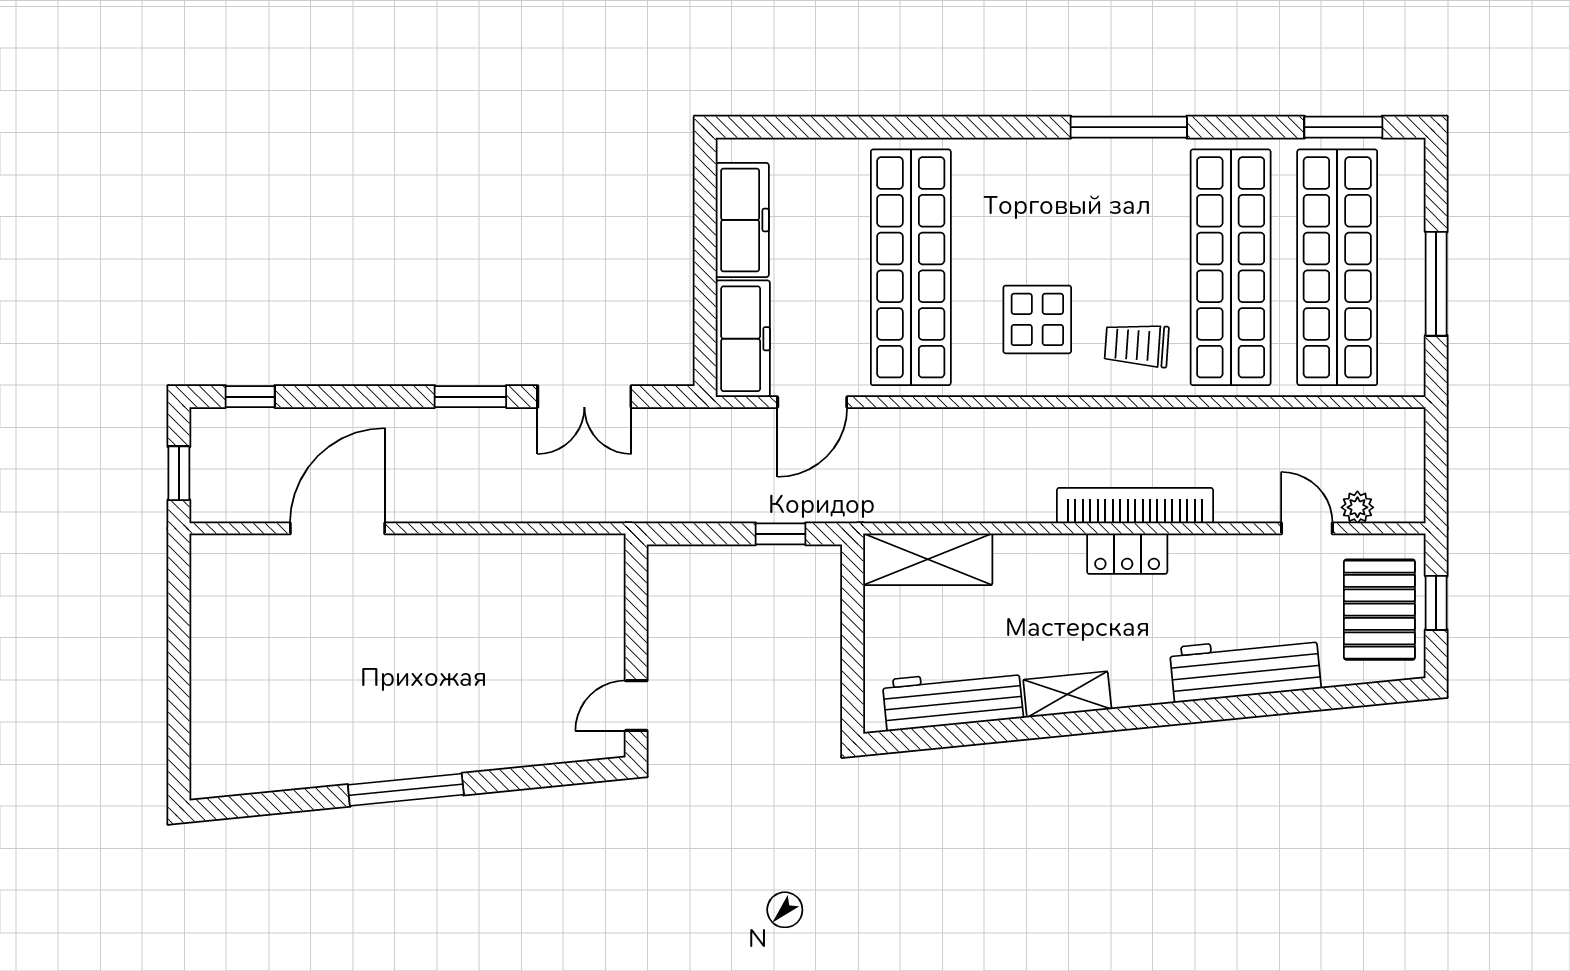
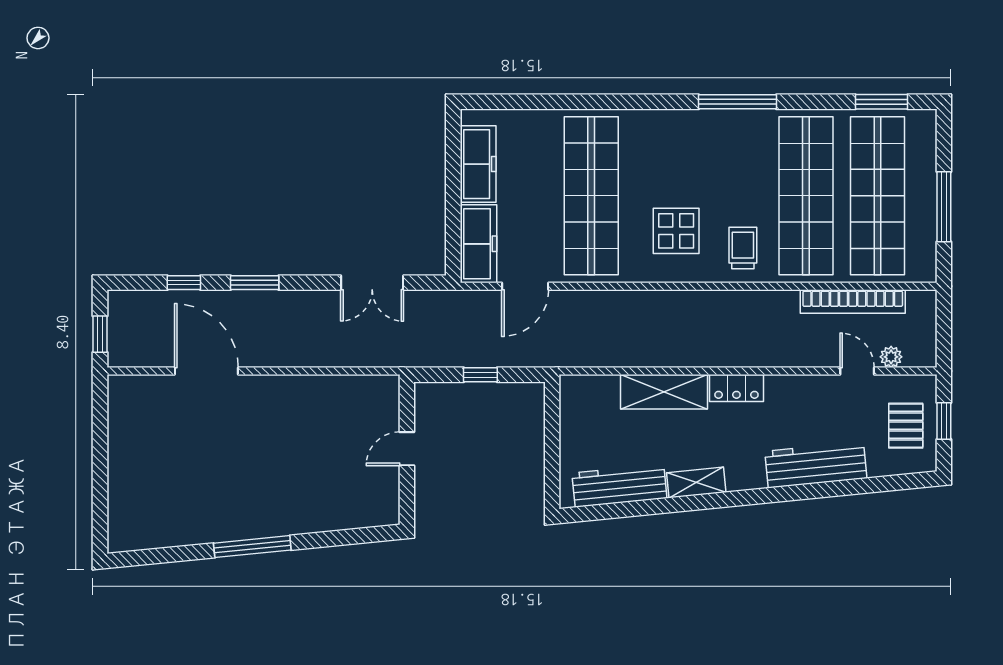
trolley: (1137, 345) -> (743, 248), turned 86
window: (250, 397) -> (184, 283), moved
window: (470, 397) -> (255, 283), moved
bookcase: (1135, 506) -> (853, 302), moved, turned 180
door: (338, 528) -> (206, 371), hinge flipped
window: (780, 534) -> (480, 375), moved
shelving: (928, 559) -> (664, 392), moved
pallet: (1379, 610) -> (906, 426), width x0.67, depth x0.71
door: (636, 706) -> (407, 449), moved

